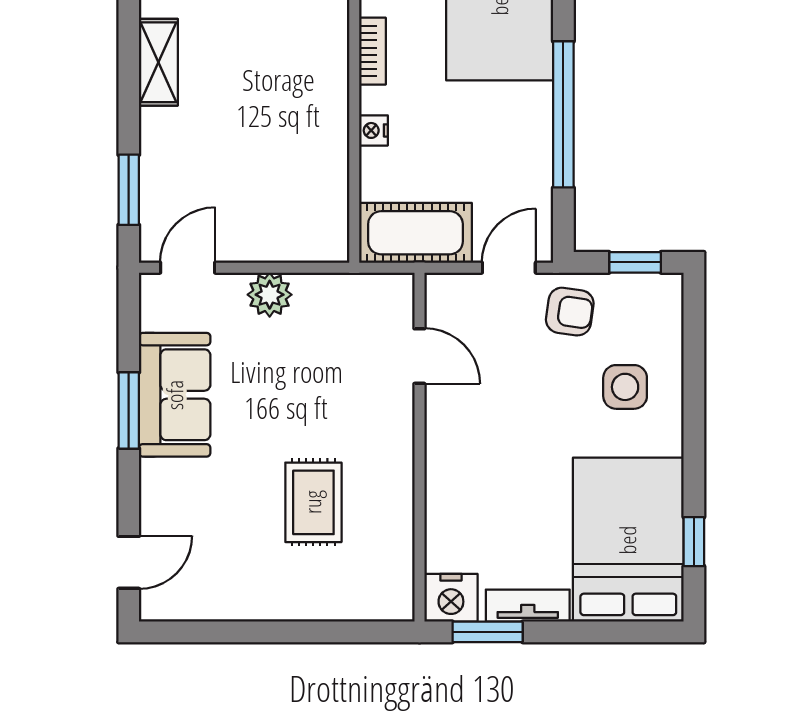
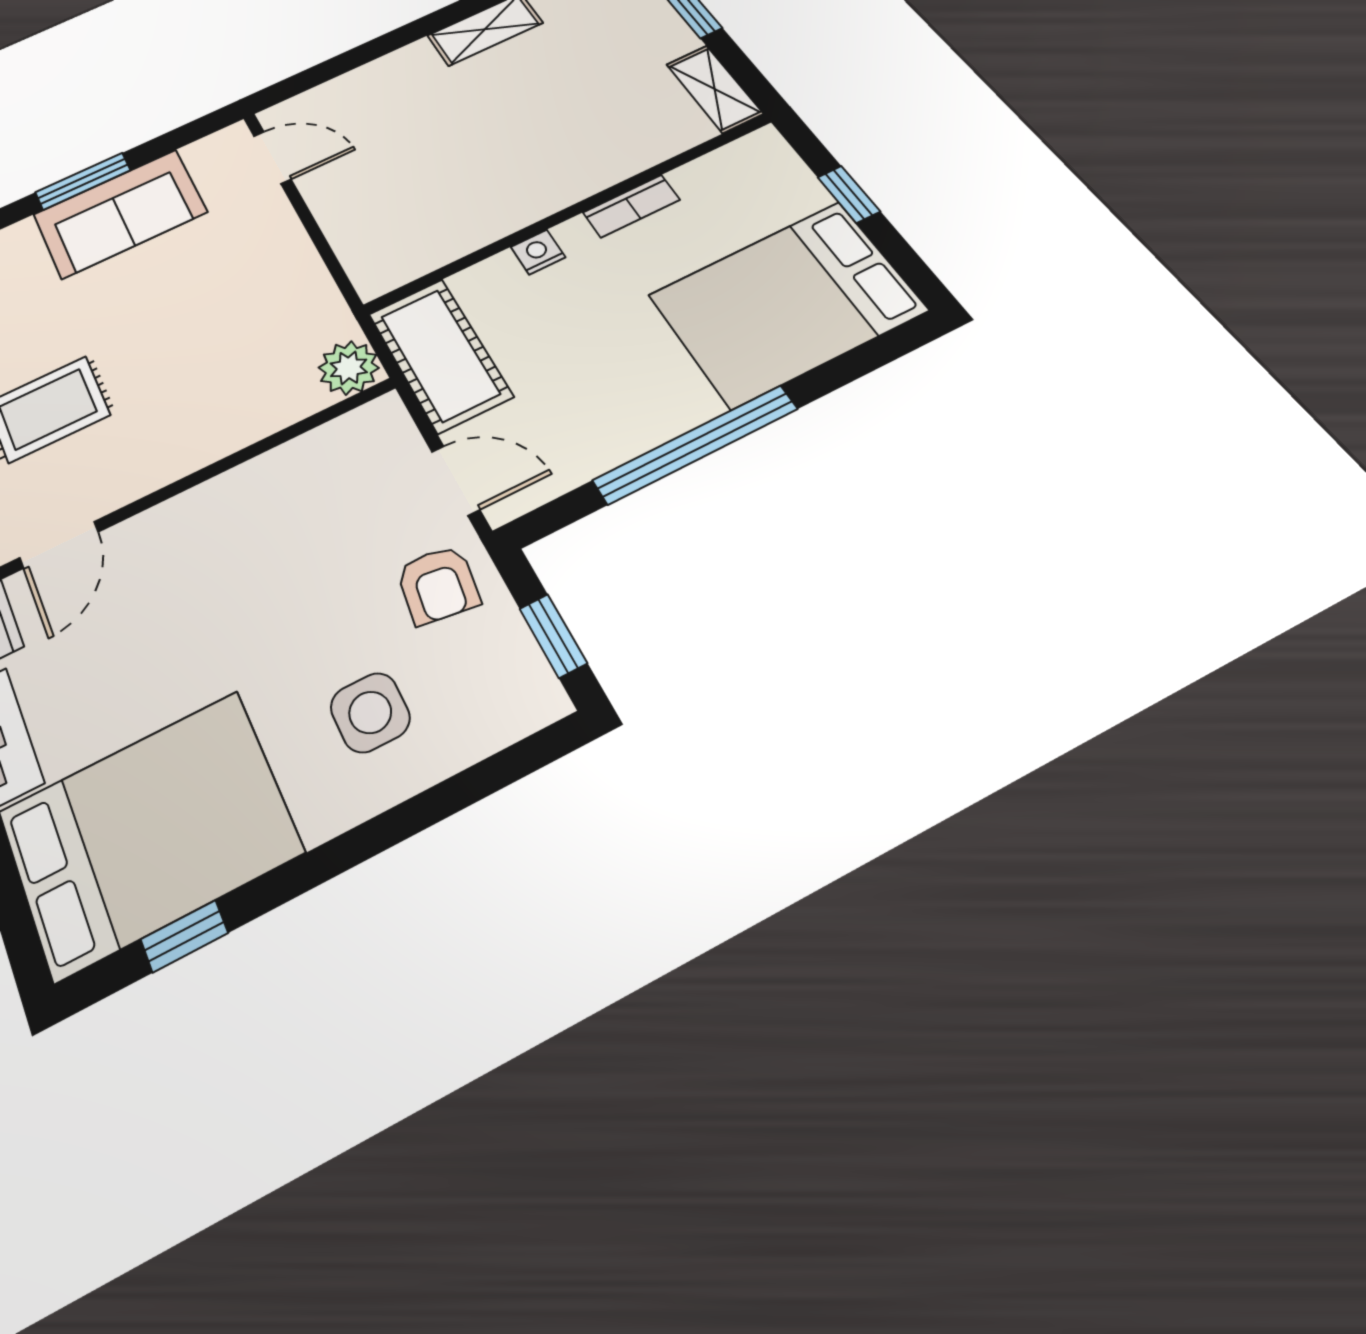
window: (129, 190) -> (330, 69), removed
plant: (270, 295) -> (349, 368), moved
door: (419, 356) -> (59, 545), moved

